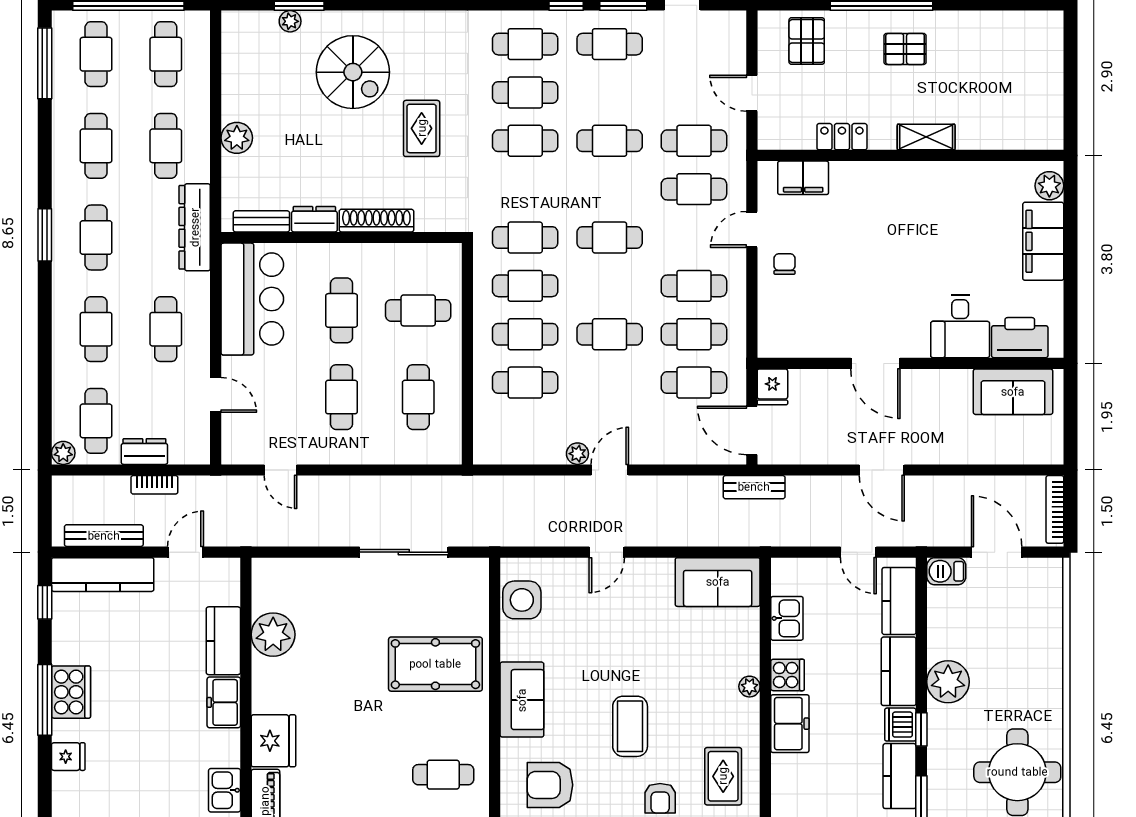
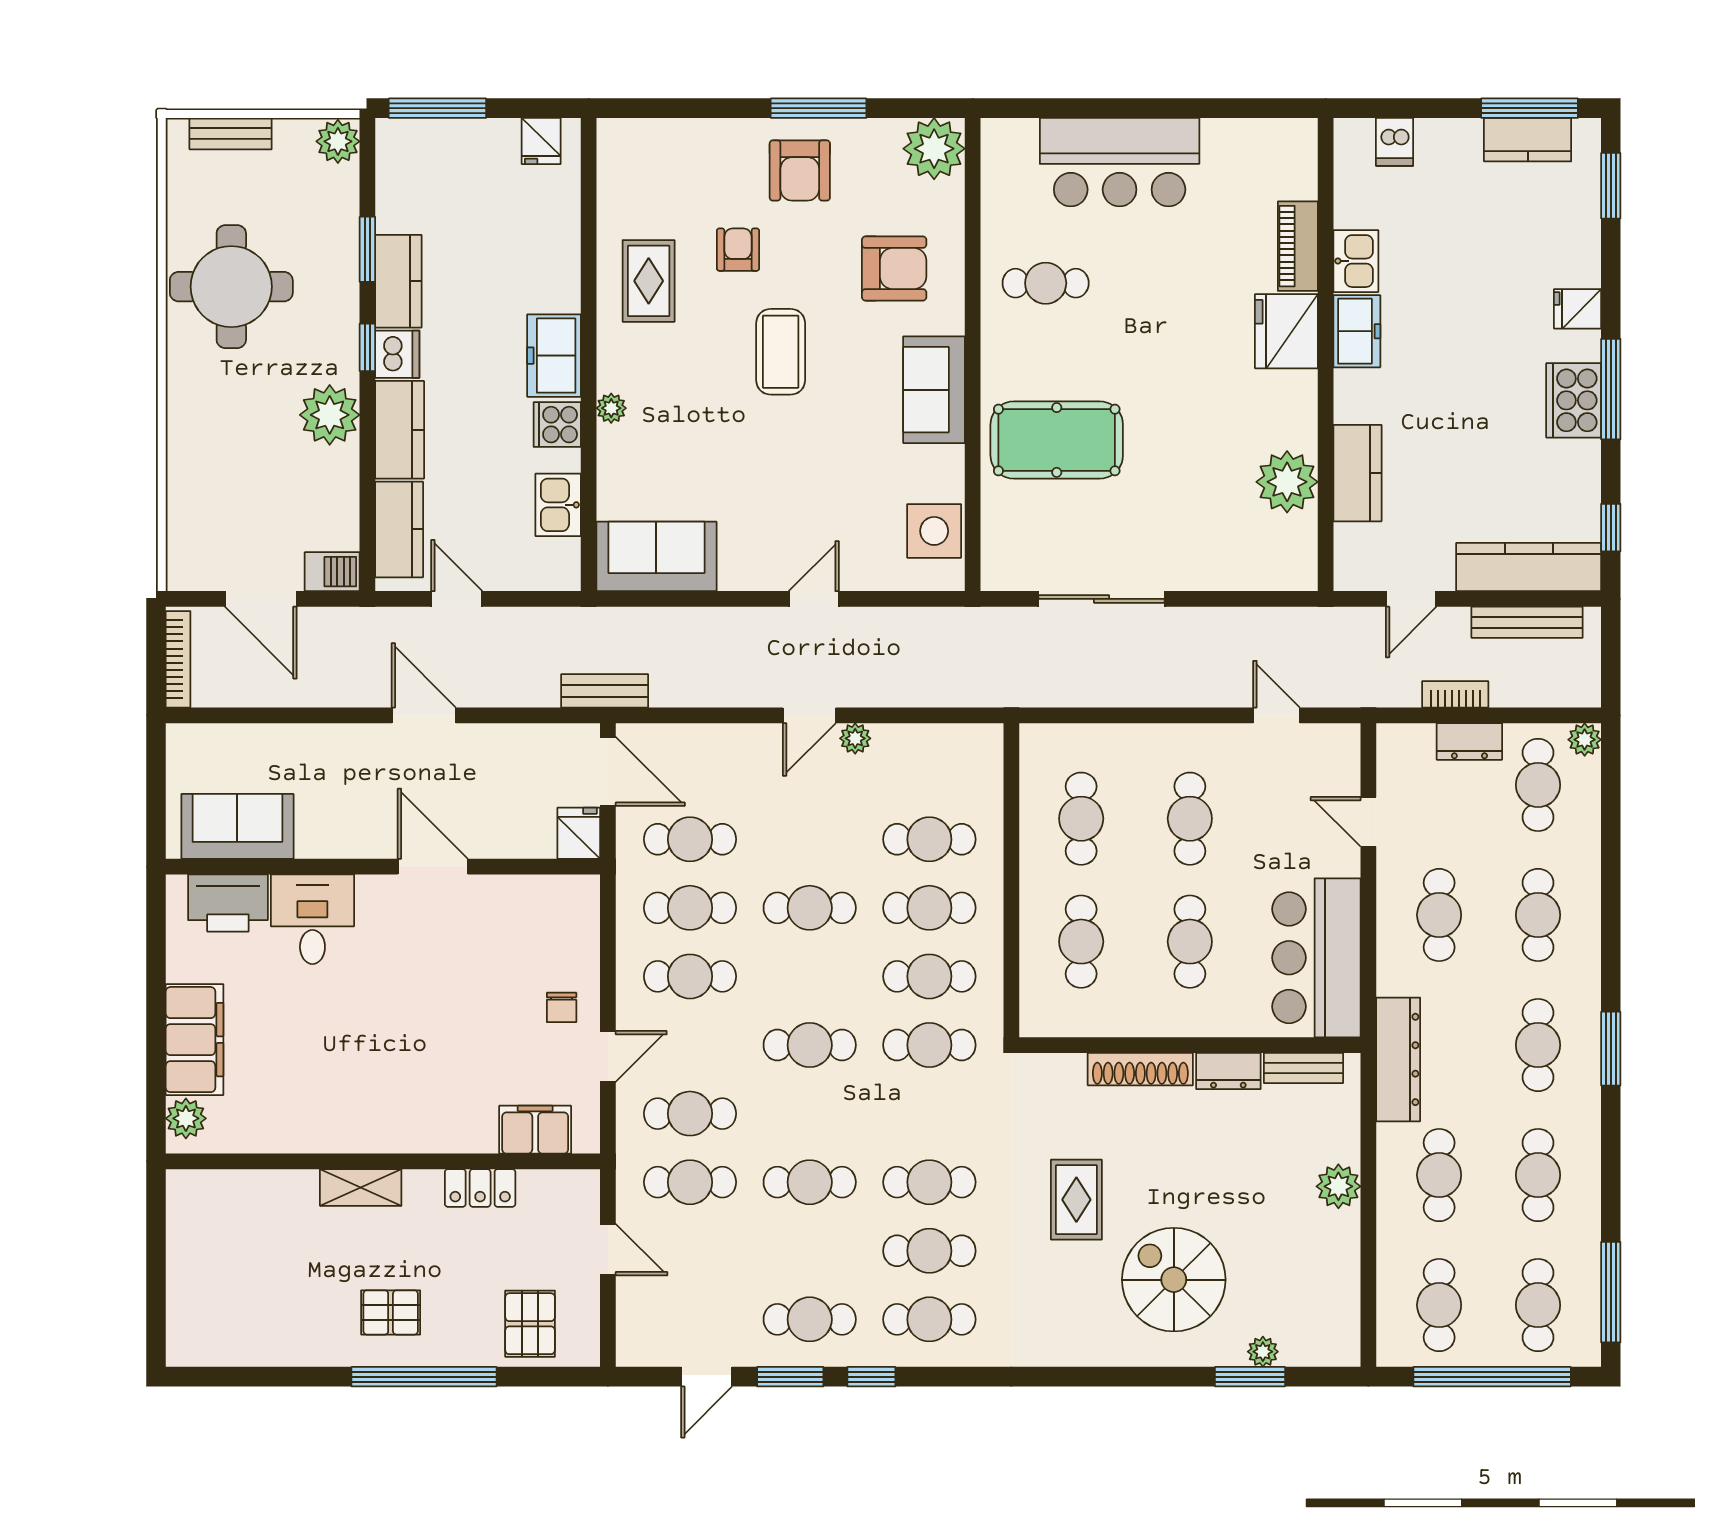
cafe table: (418, 310) -> (1081, 942), turned 90
freezer: (224, 702) -> (1357, 331), moved

